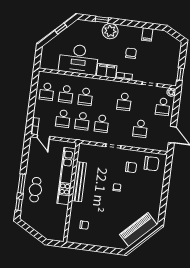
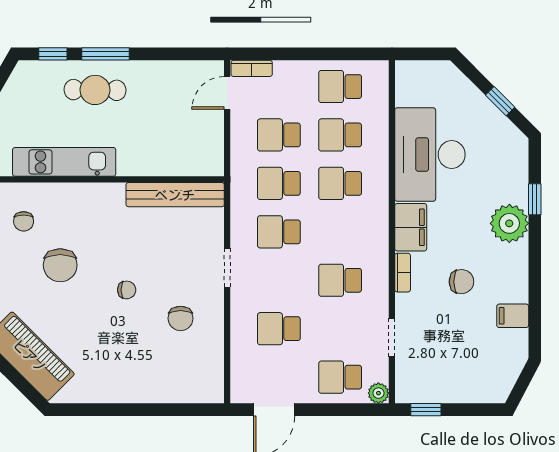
chair: (151, 164) -> (60, 265), moved
kitchen unit: (66, 176) -> (64, 162), moved, width x0.73
bench: (79, 182) -> (175, 195), moved

